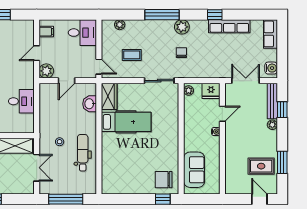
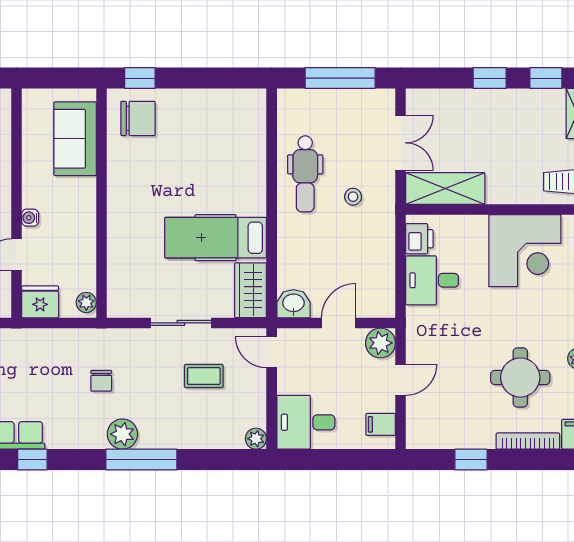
plant: (120, 25) -> (256, 439), moved
plant: (182, 27) -> (122, 434), moved
sliding door: (159, 81) -> (181, 323), moved
washbasin: (90, 104) -> (293, 304), moved, turned -90
printer: (27, 121) -> (419, 239), added
double door: (37, 168) -> (401, 143), swing flipped

